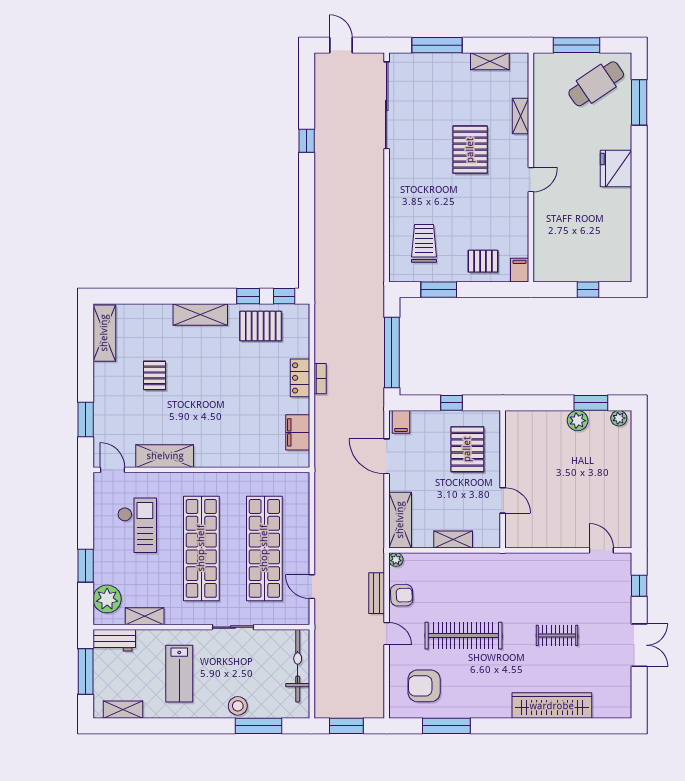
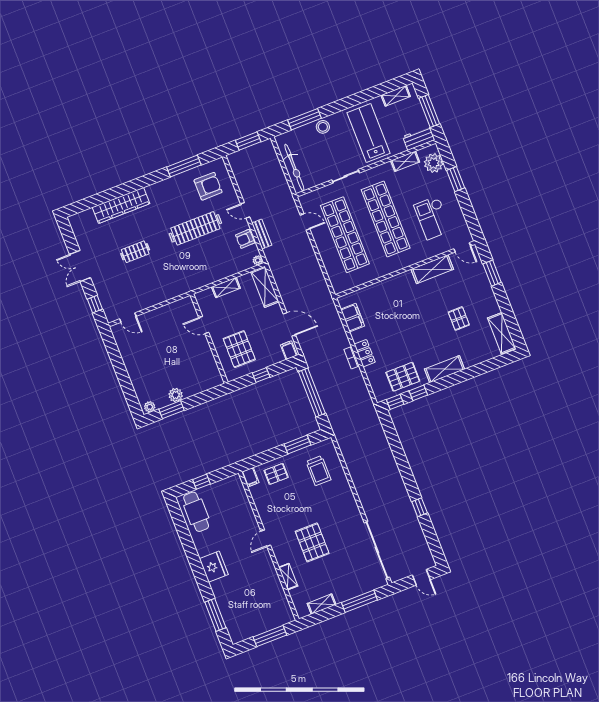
cafe table: (596, 84) -> (196, 512), moved, turned -56
lab bench: (179, 674) -> (369, 133), width x1.36, depth x1.39

